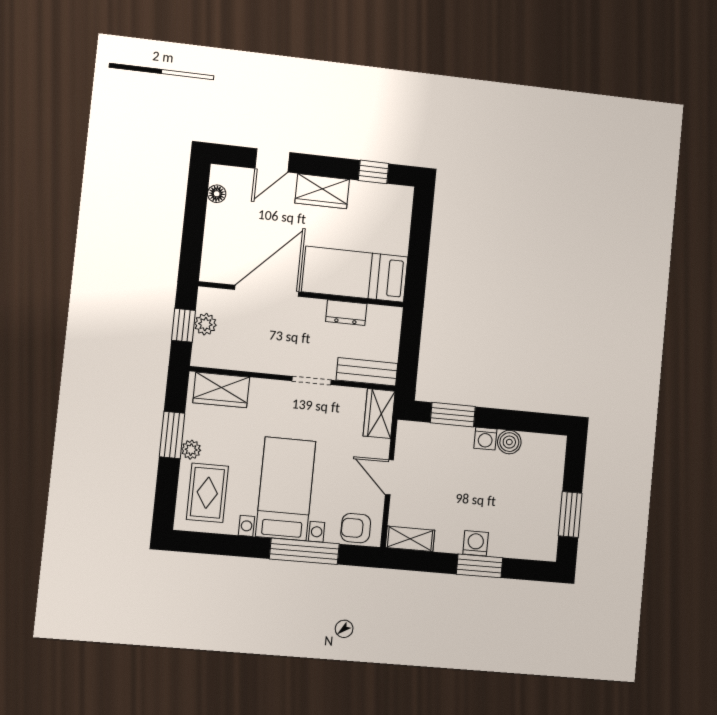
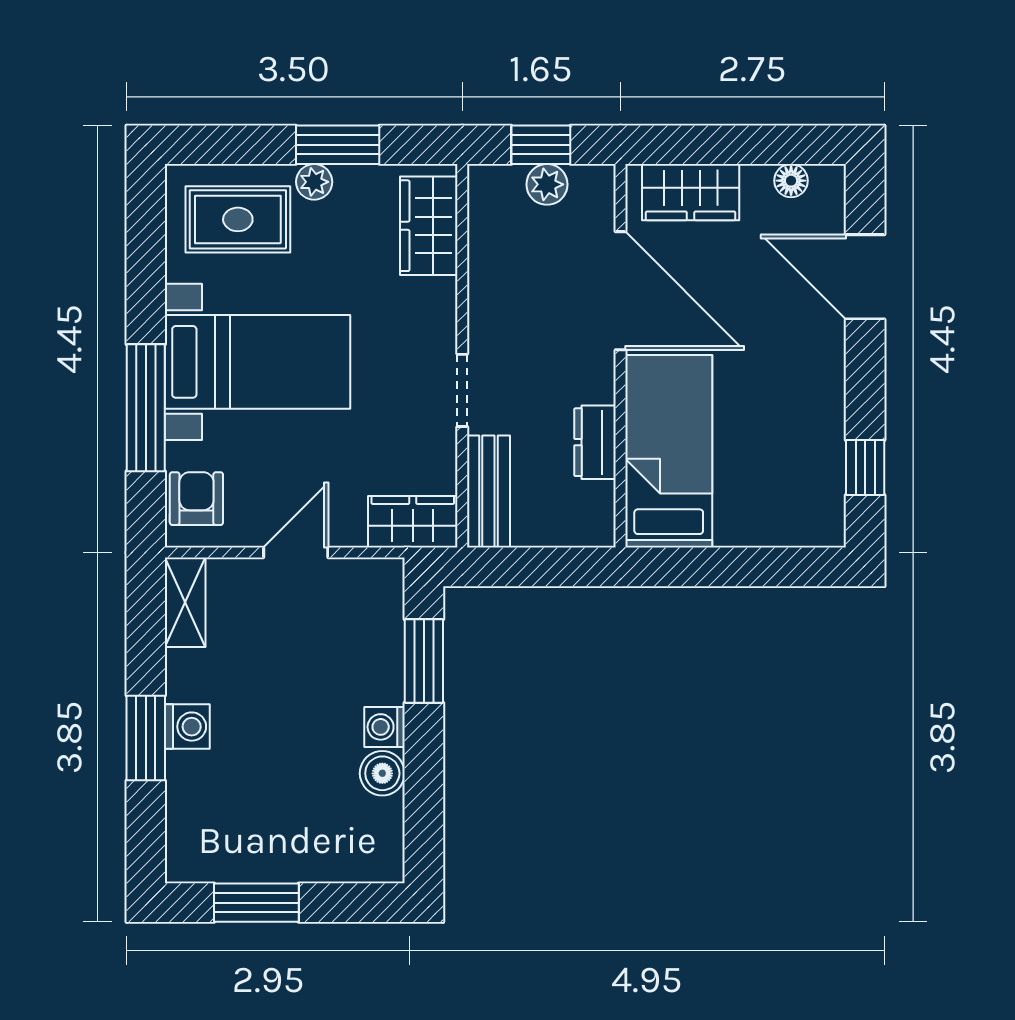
door: (272, 160) -> (865, 277), width x1.38
wardrobe: (322, 191) -> (691, 192), moved, turned -90

